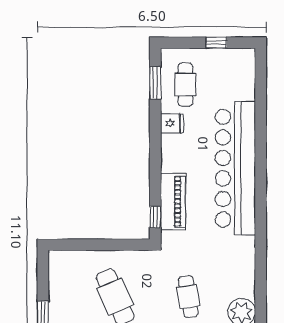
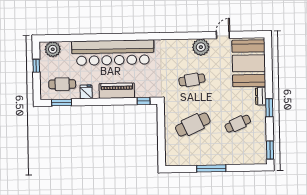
plant: (243, 70) -> (53, 49), added
piano: (173, 201) -> (117, 91), moved

